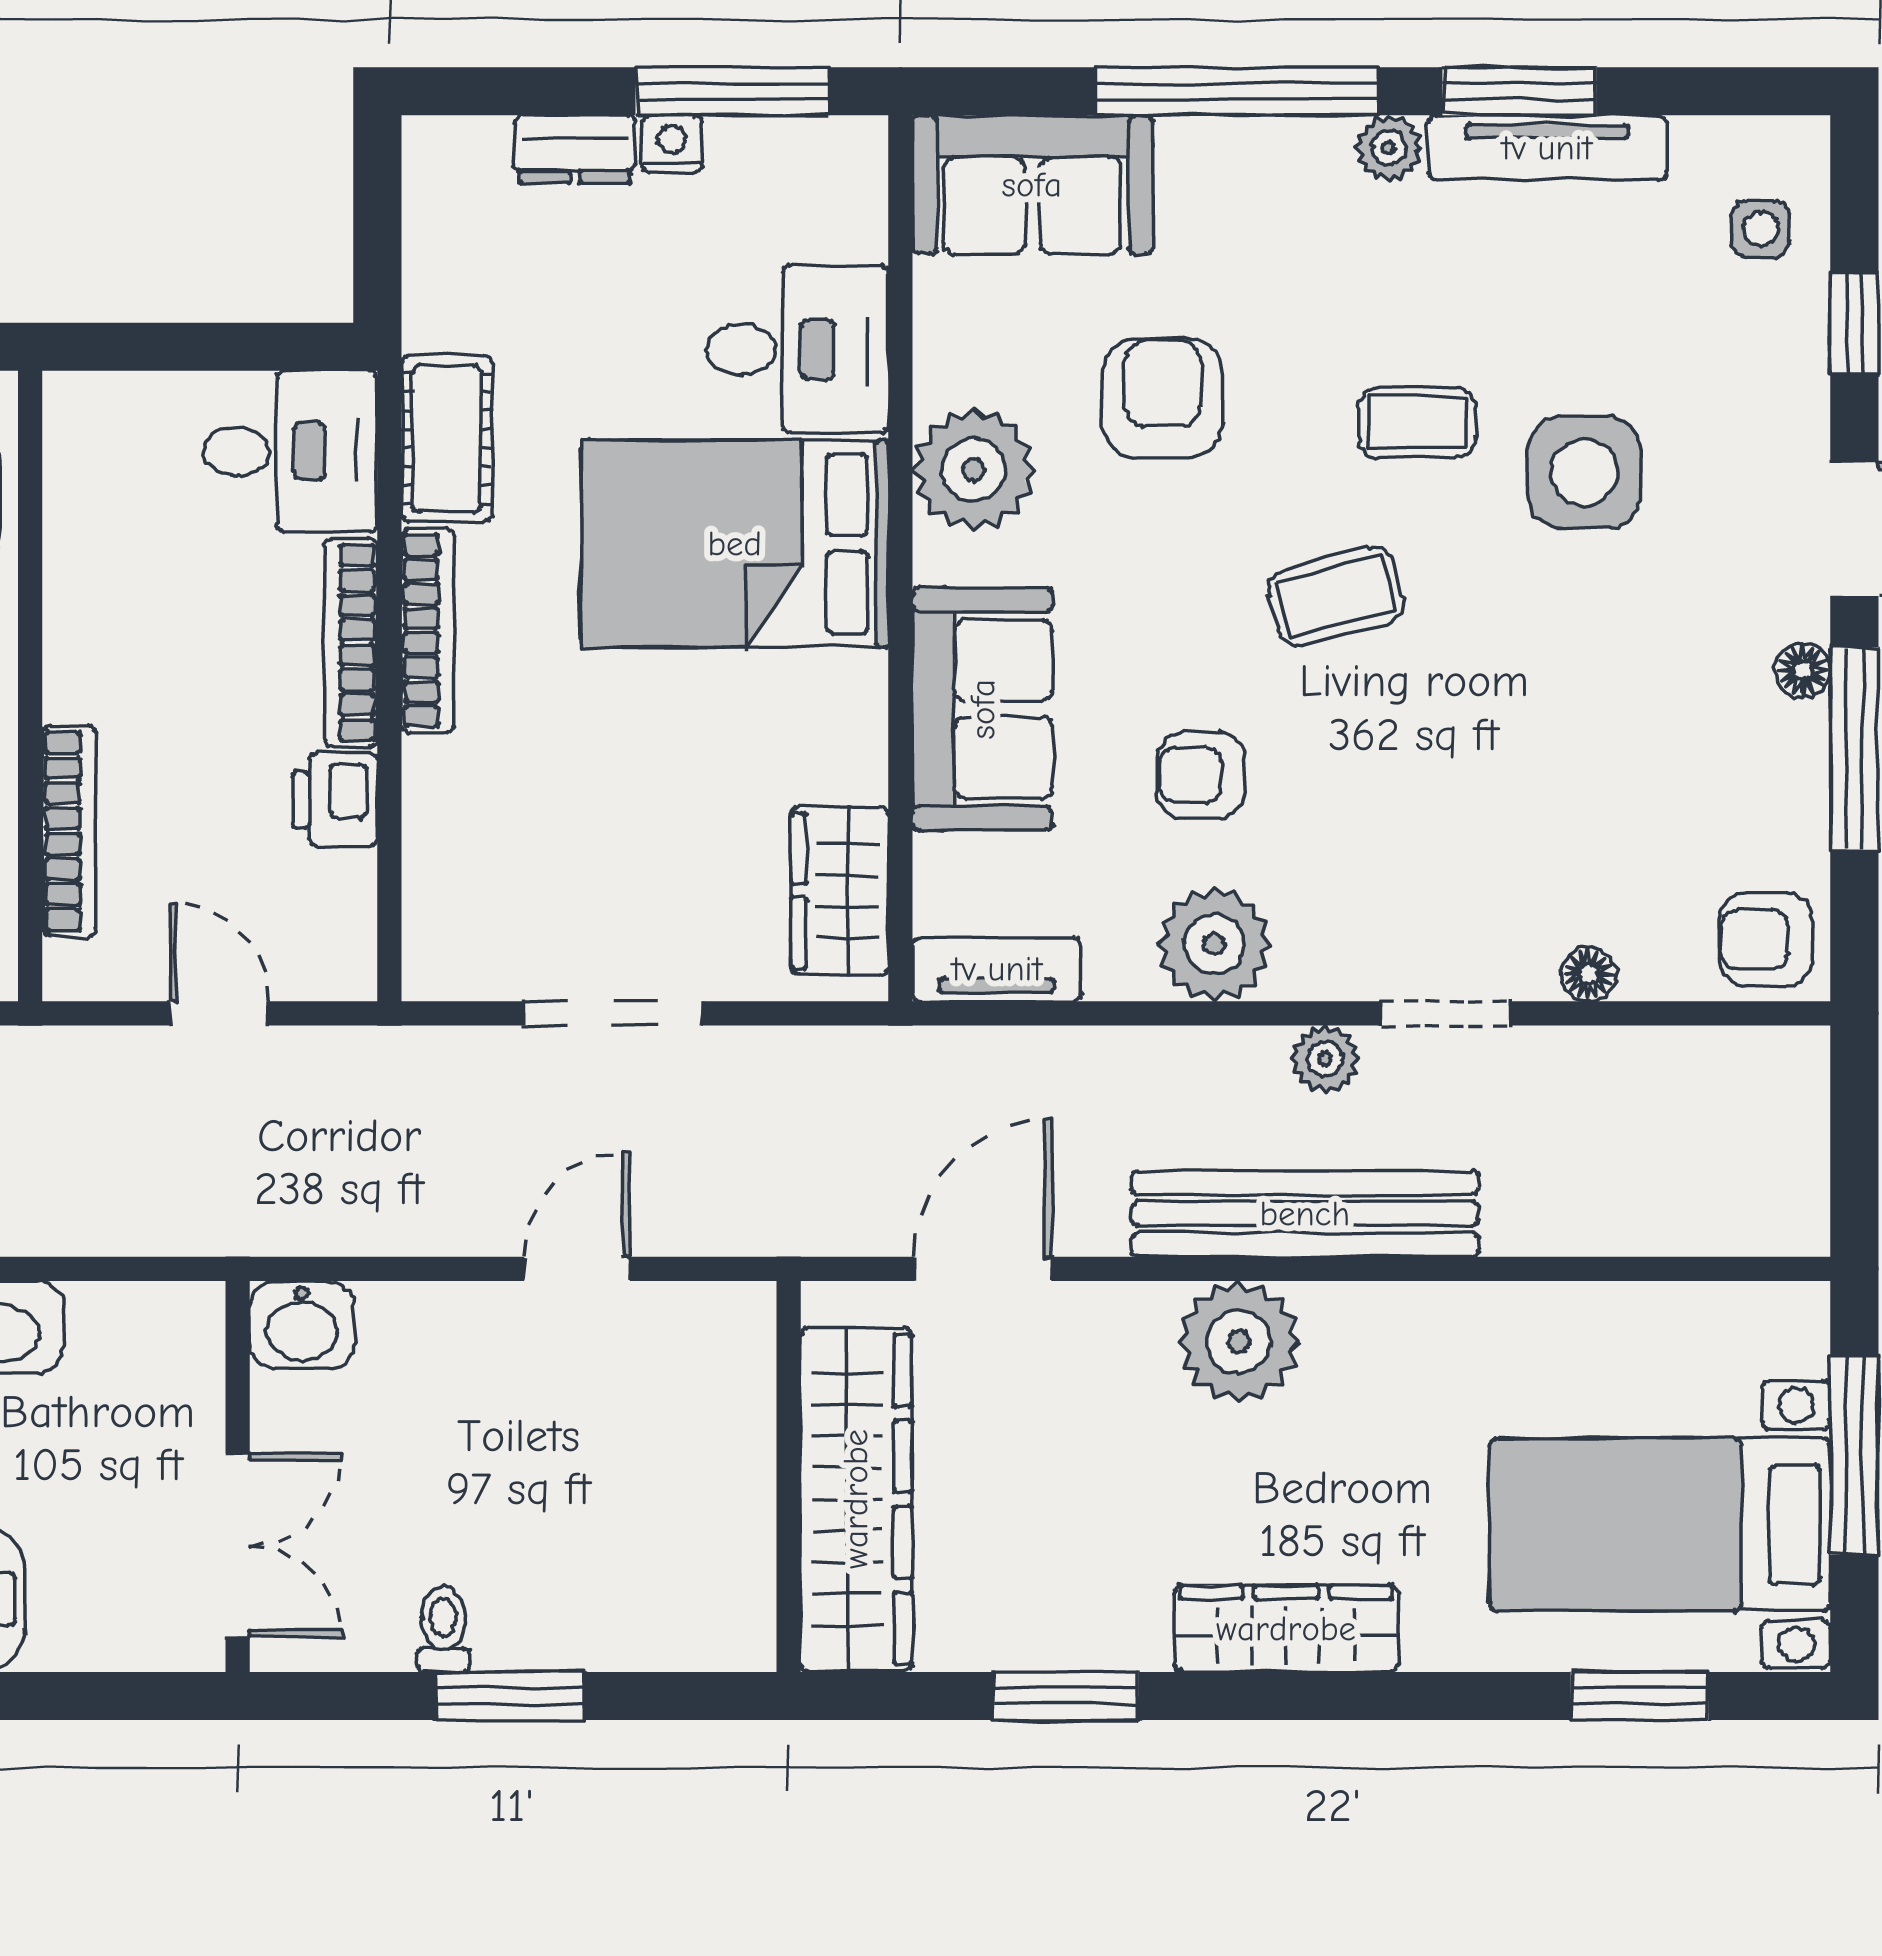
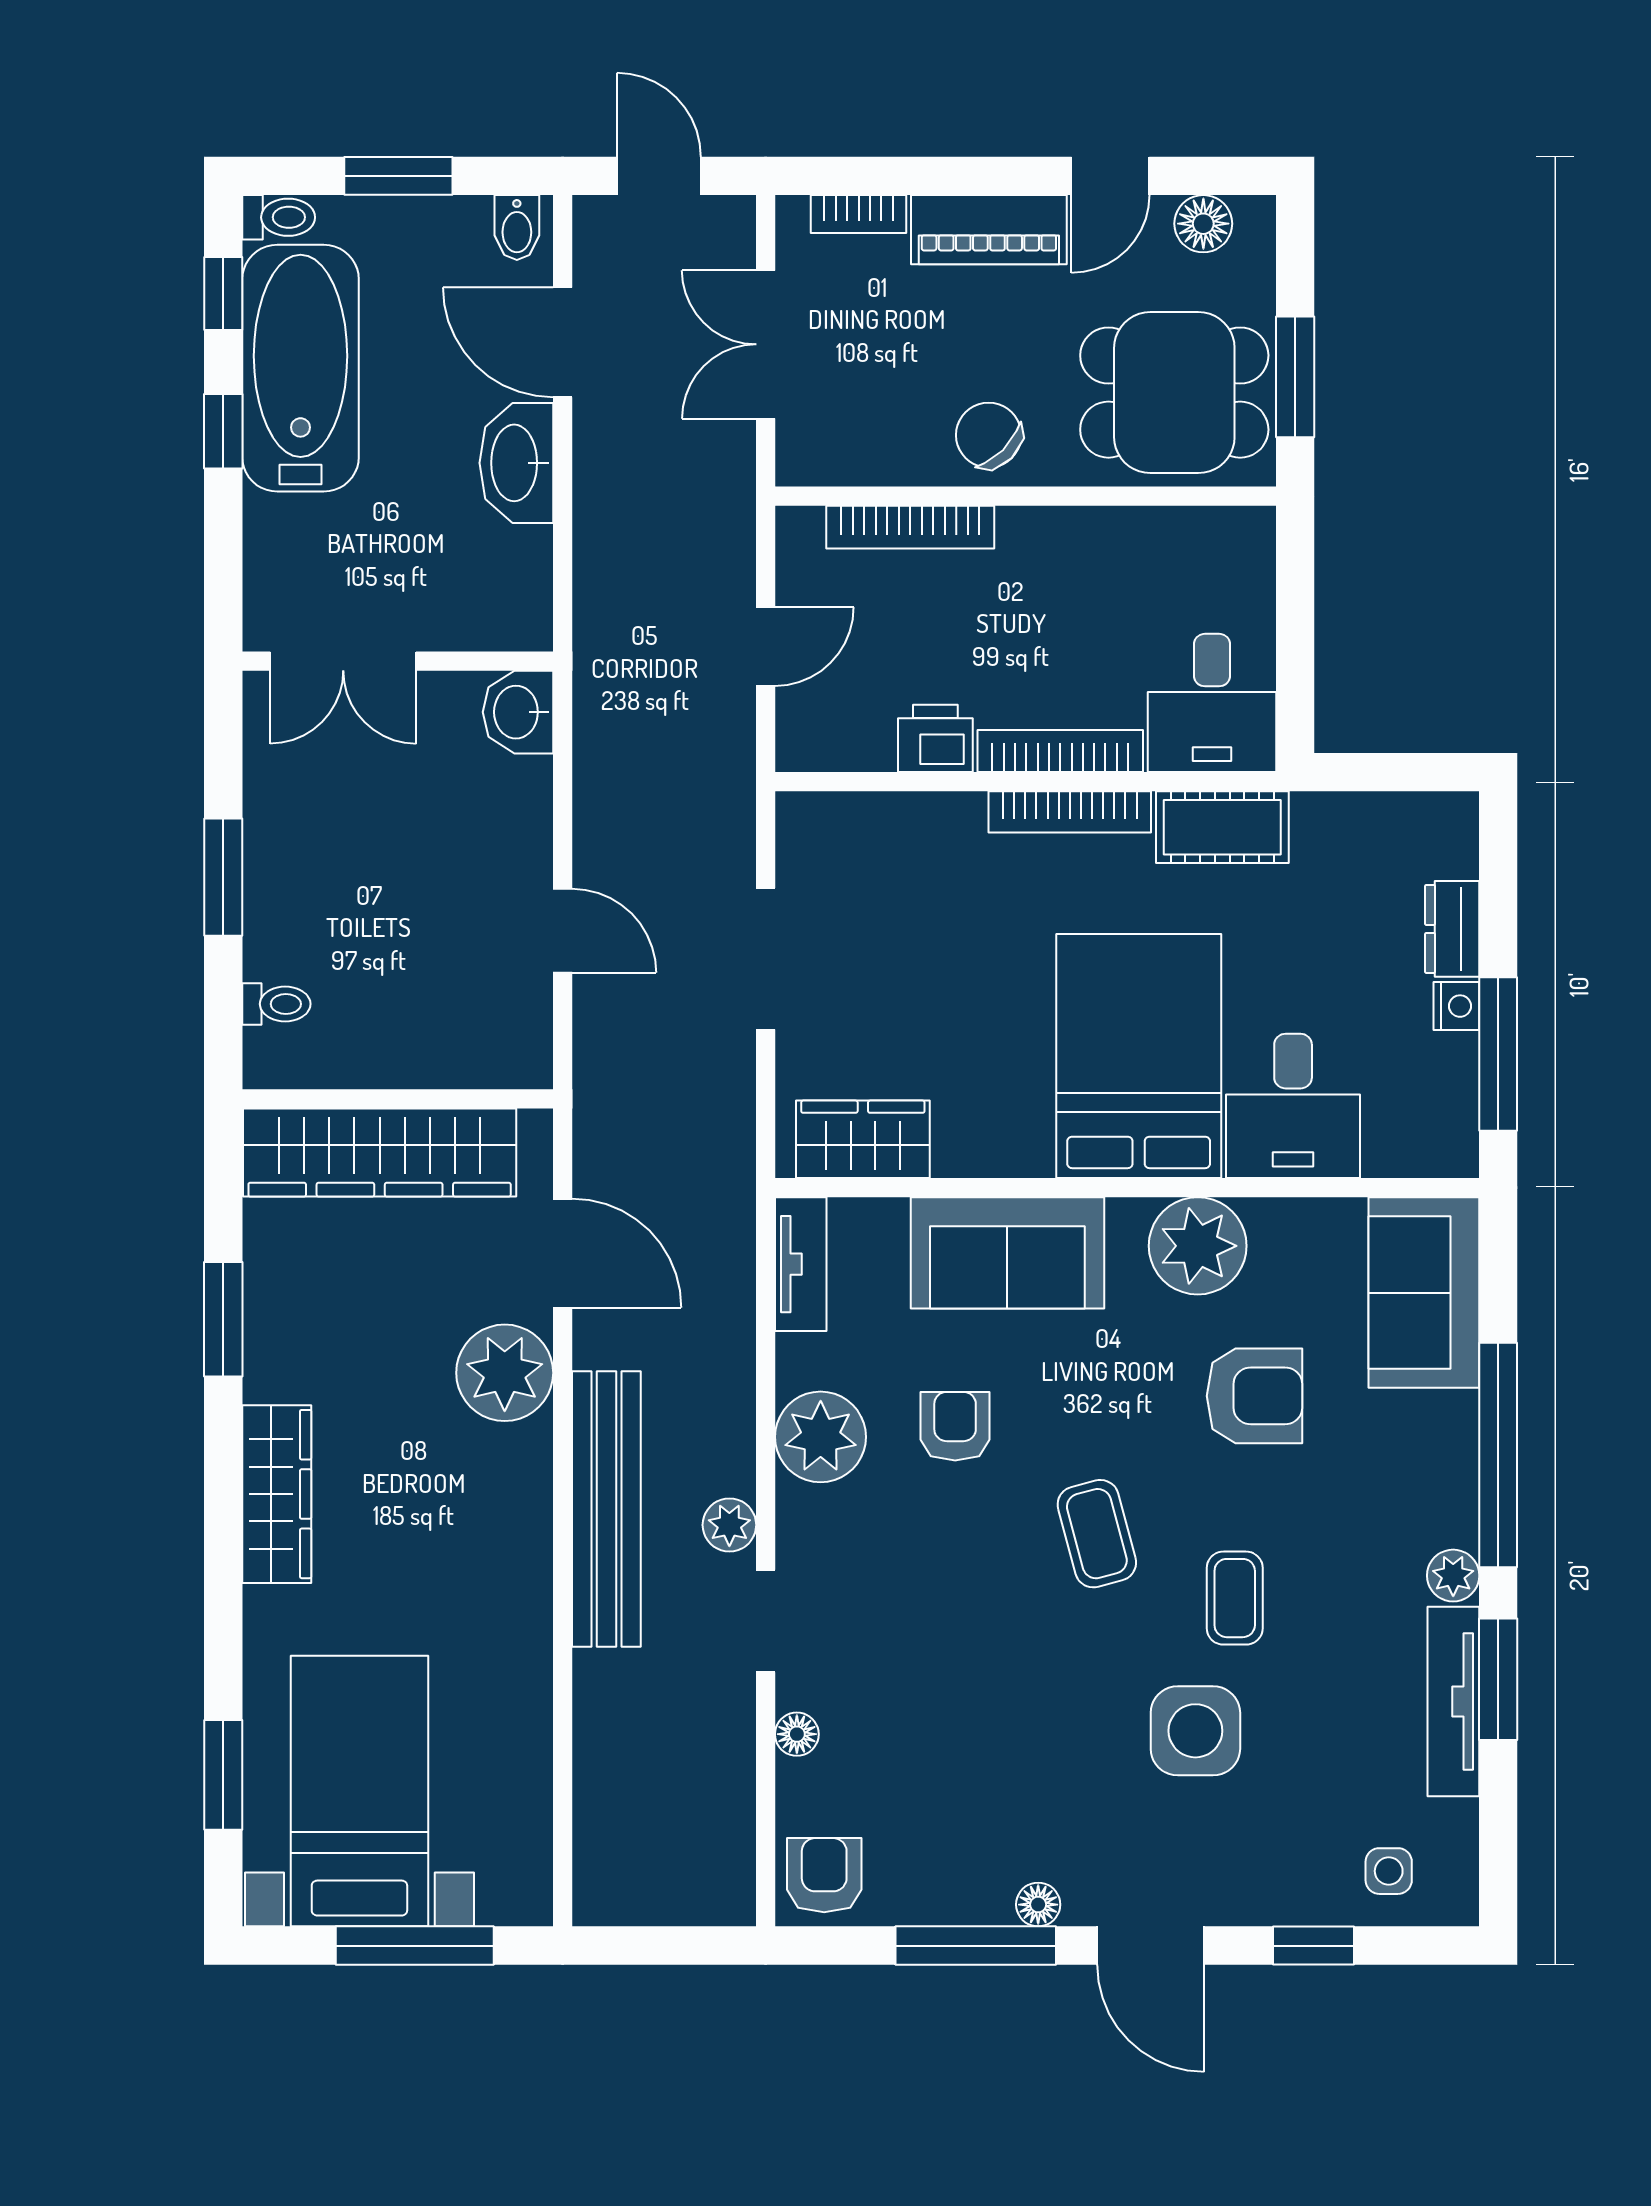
plant: (1239, 1342) -> (505, 1373), moved
toilet: (443, 1629) -> (276, 1004), moved

